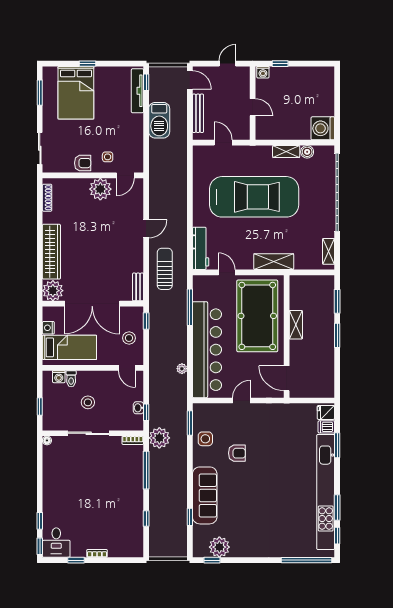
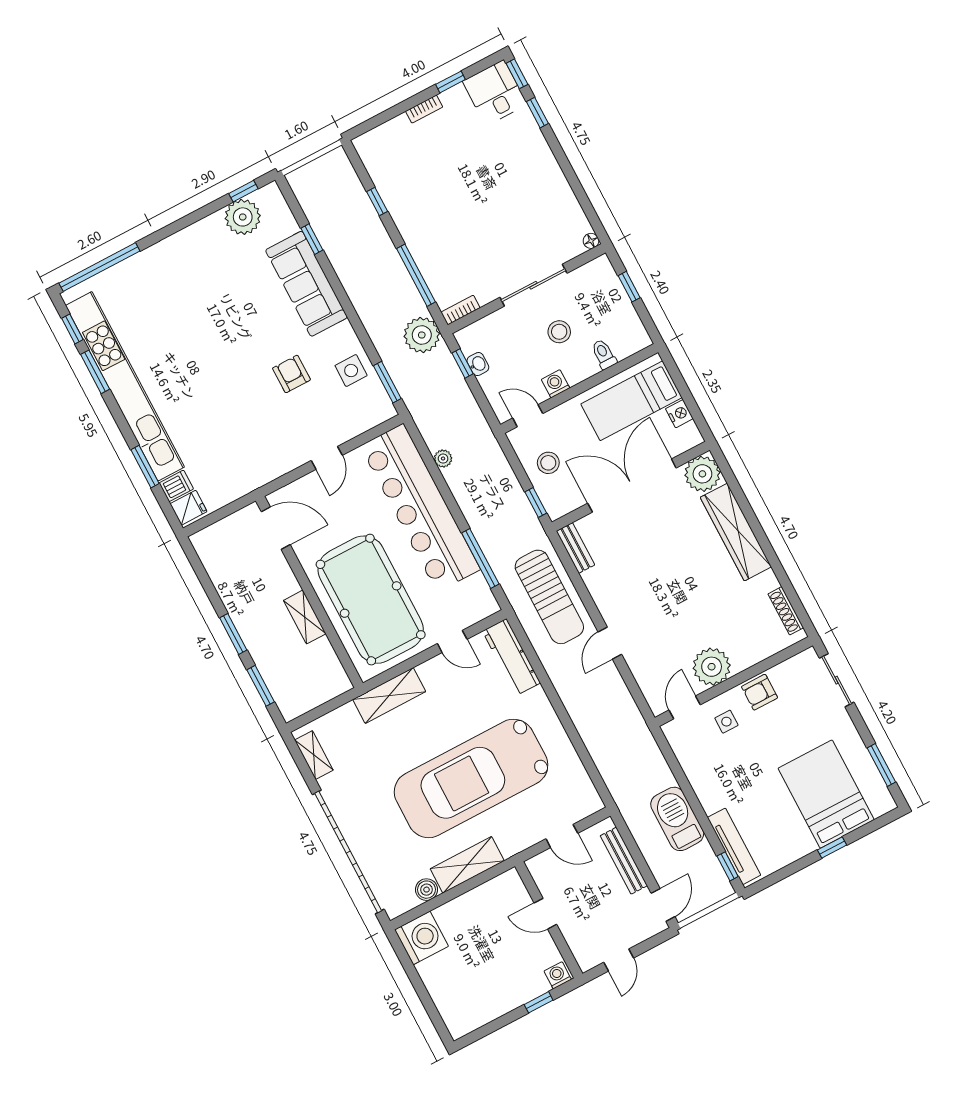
door: (190, 80) -> (663, 905), swing flipped
shelving: (286, 152) -> (467, 865), width x1.50, depth x1.33
sun lounger: (165, 269) -> (549, 597), width x1.36, depth x1.34
washing machine: (59, 377) -> (555, 384), moved
armchair: (237, 453) -> (291, 374), turned 90

